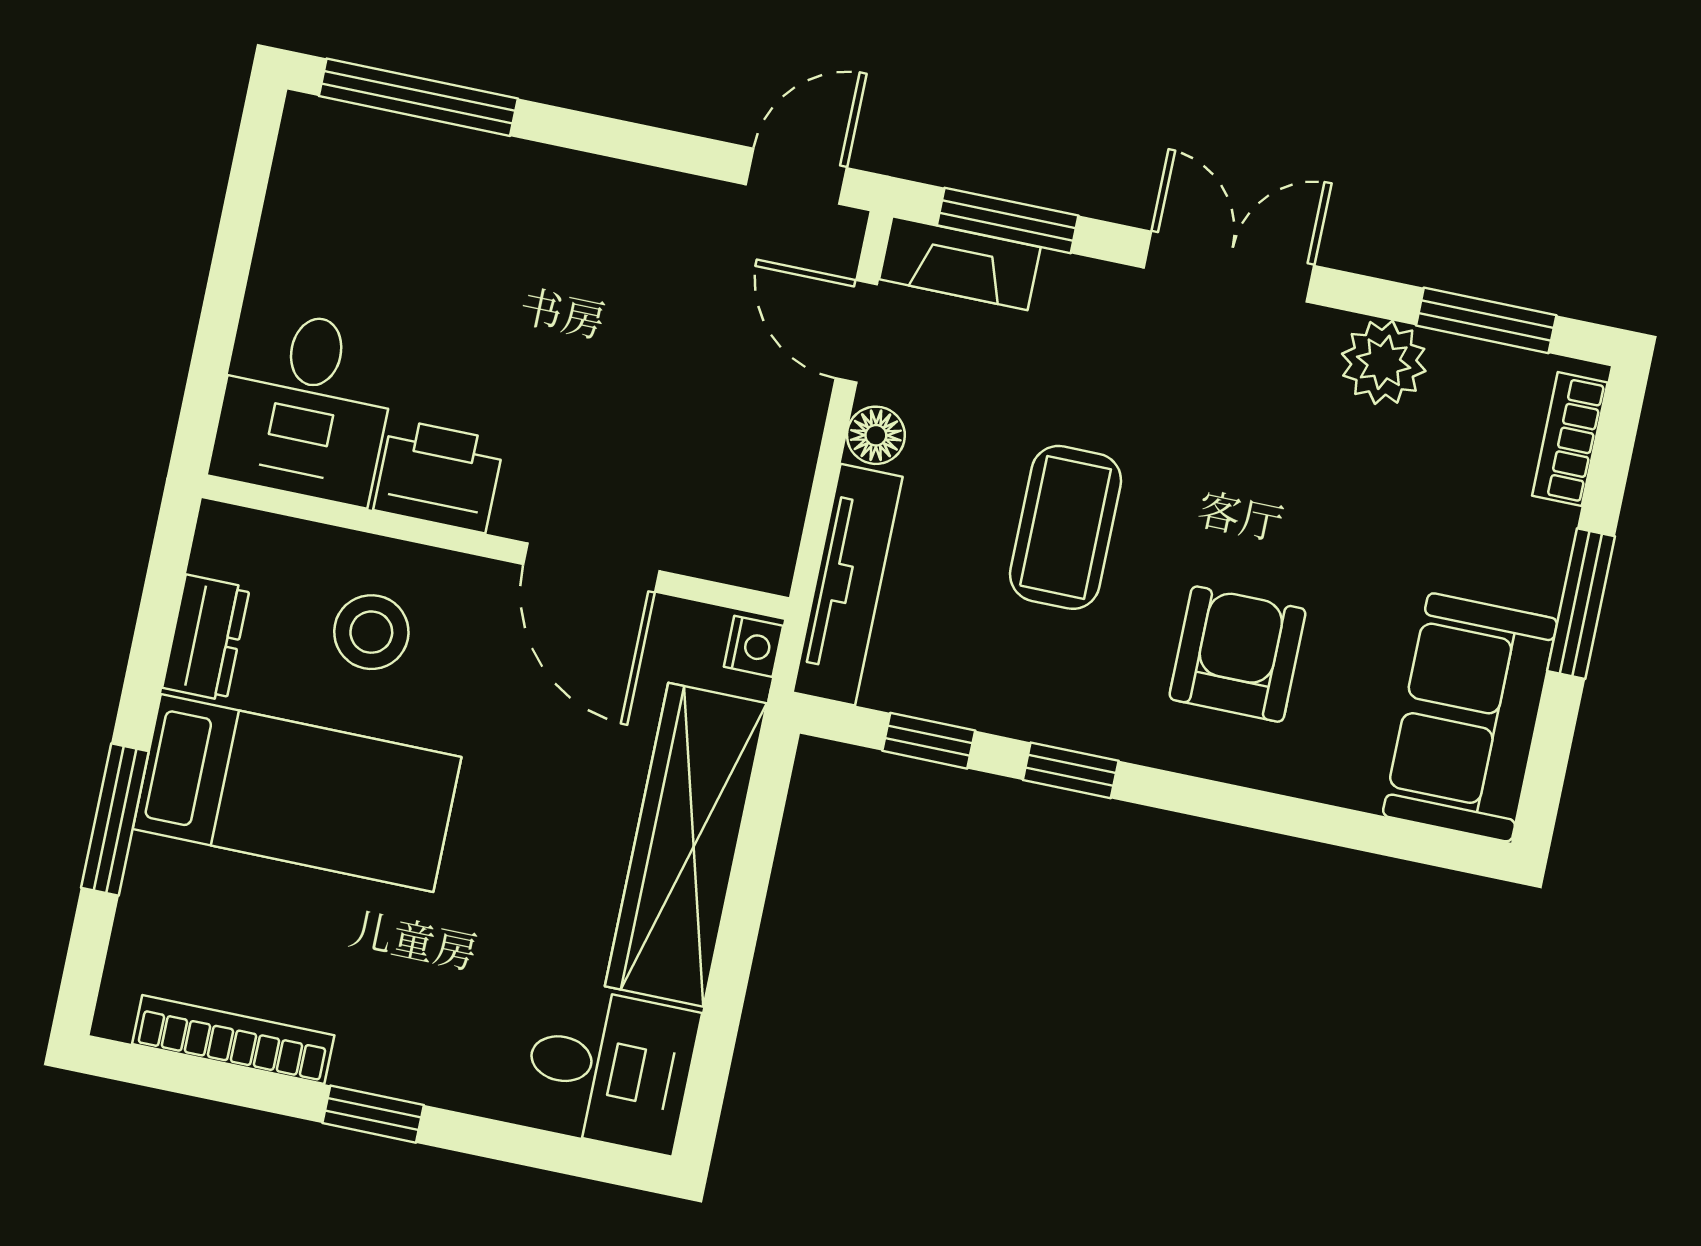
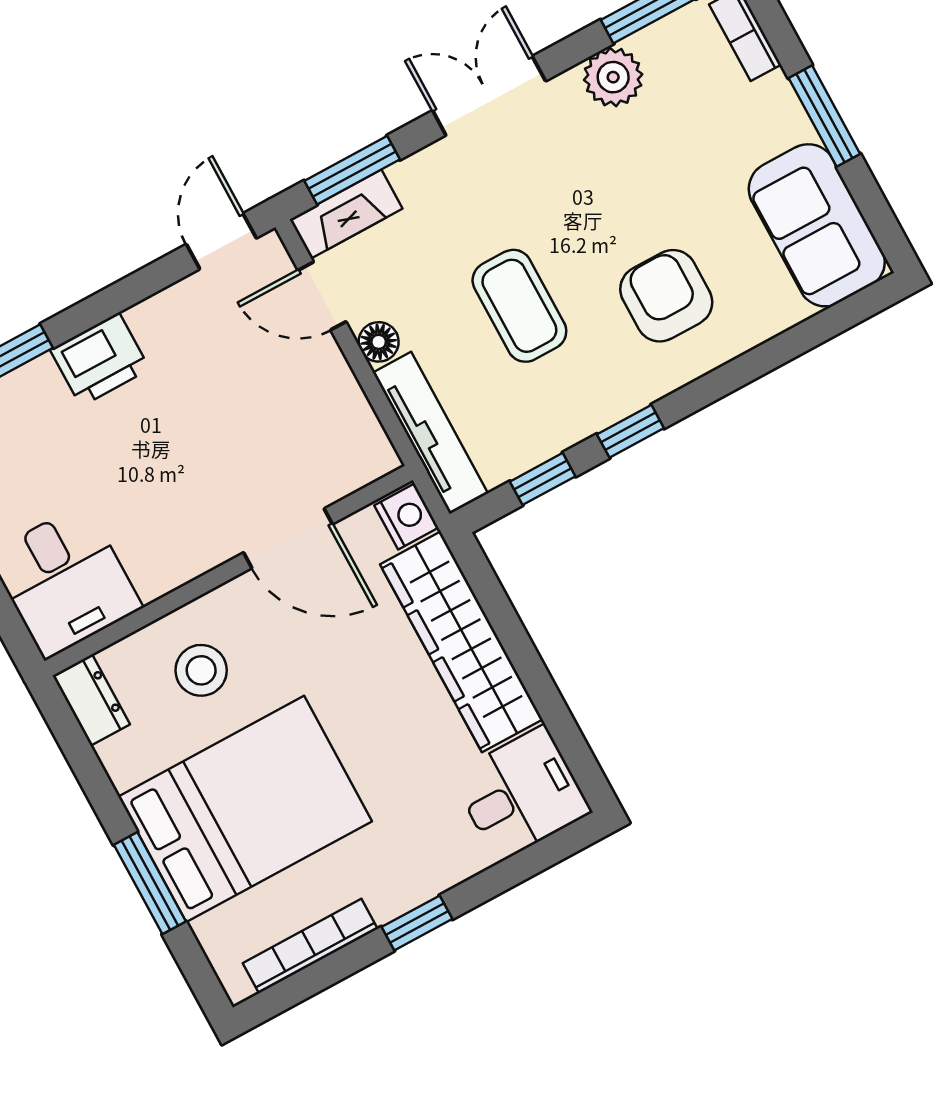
printer: (439, 476) -> (100, 359), moved, turned 180
dresser: (206, 638) -> (91, 700), moved
nightstand: (753, 646) -> (406, 517), width x1.39, depth x1.35
bed: (297, 793) -> (245, 809), width x1.50

